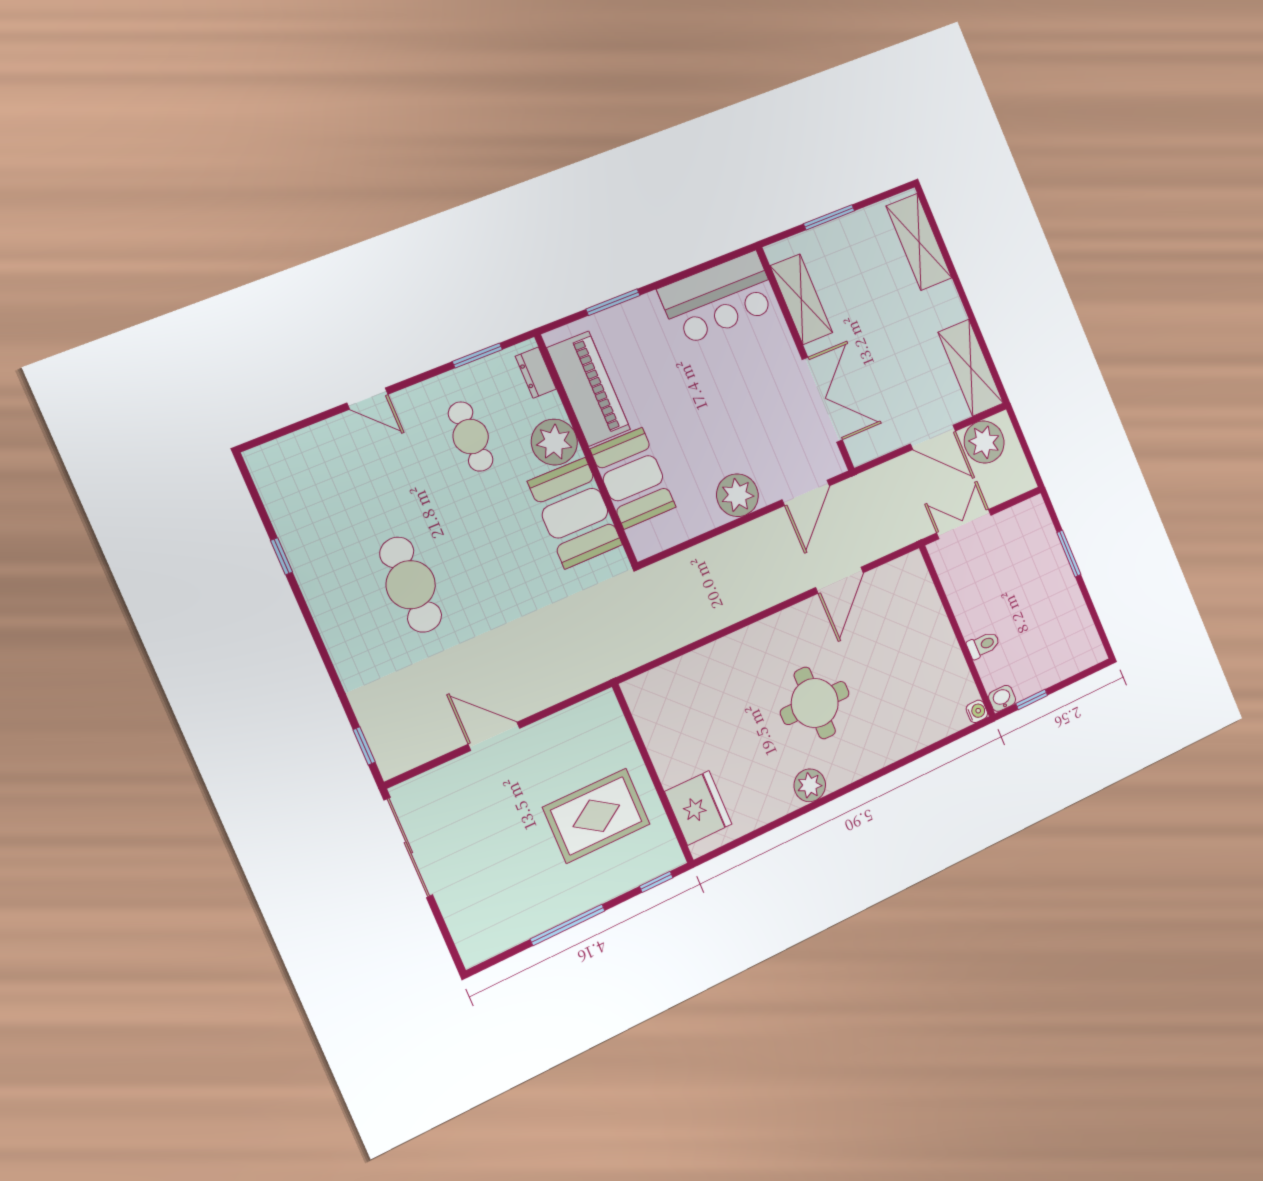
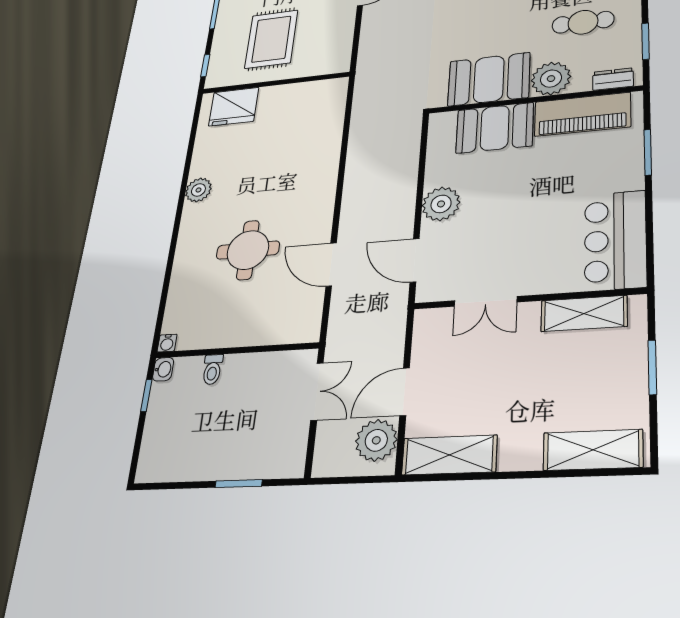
double door: (822, 400) -> (486, 301), width x0.73
round table: (815, 703) -> (248, 250), moved

